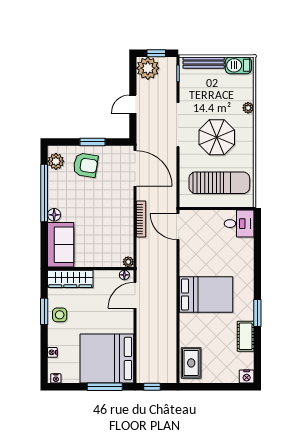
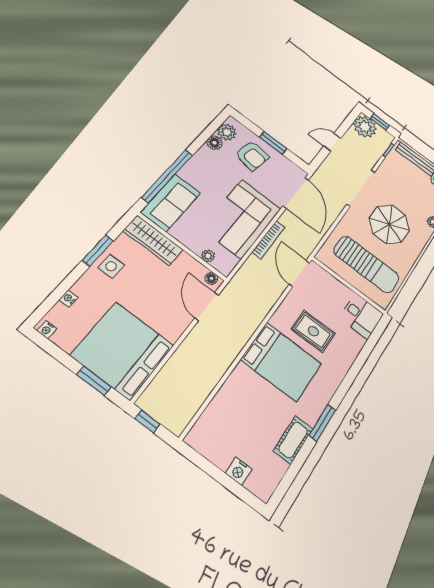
window: (44, 193) -> (168, 176), moved
floor lamp: (54, 215) -> (214, 143), moved
corner sofa: (113, 219) -> (241, 219), added
plant: (128, 262) -> (208, 256), moved
door: (135, 295) -> (207, 307), hinge flipped
rug: (191, 363) -> (313, 331), moved, turned 90
nightstand: (247, 377) -> (239, 471), moved
window: (105, 387) -> (94, 381), width x0.69

